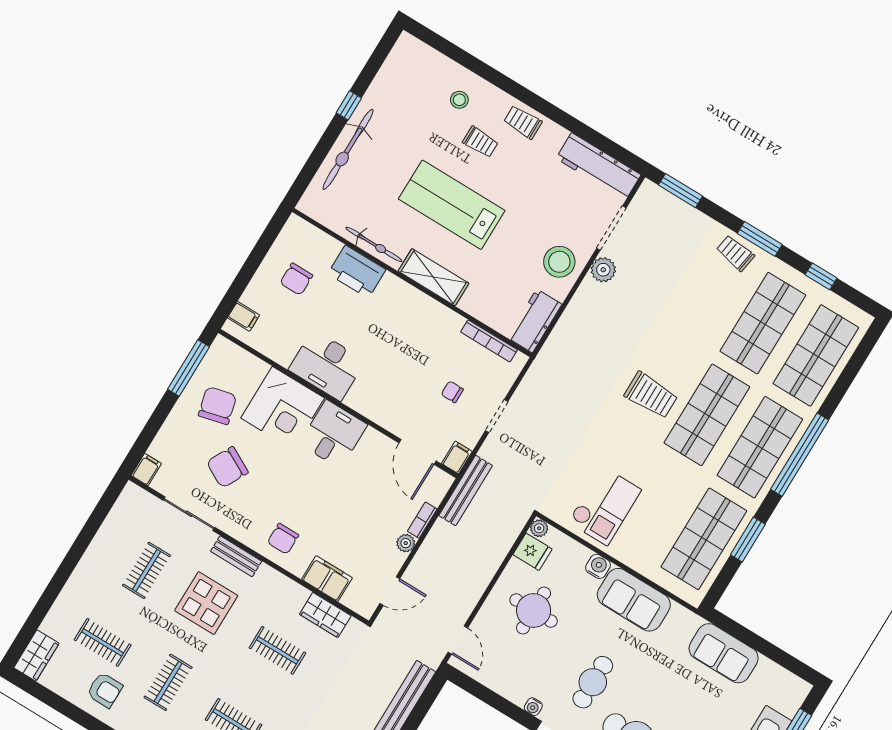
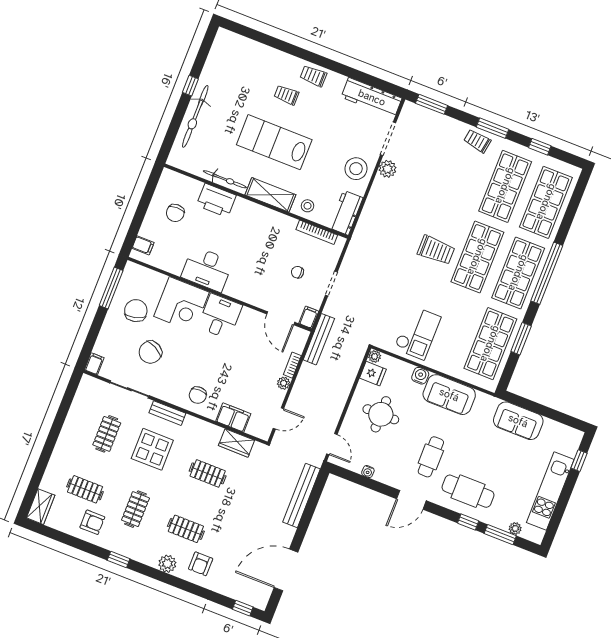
stool: (459, 100) -> (308, 206), moved
trolley: (480, 142) -> (286, 95), turned 180
water cooler: (533, 707) -> (368, 472), moved

